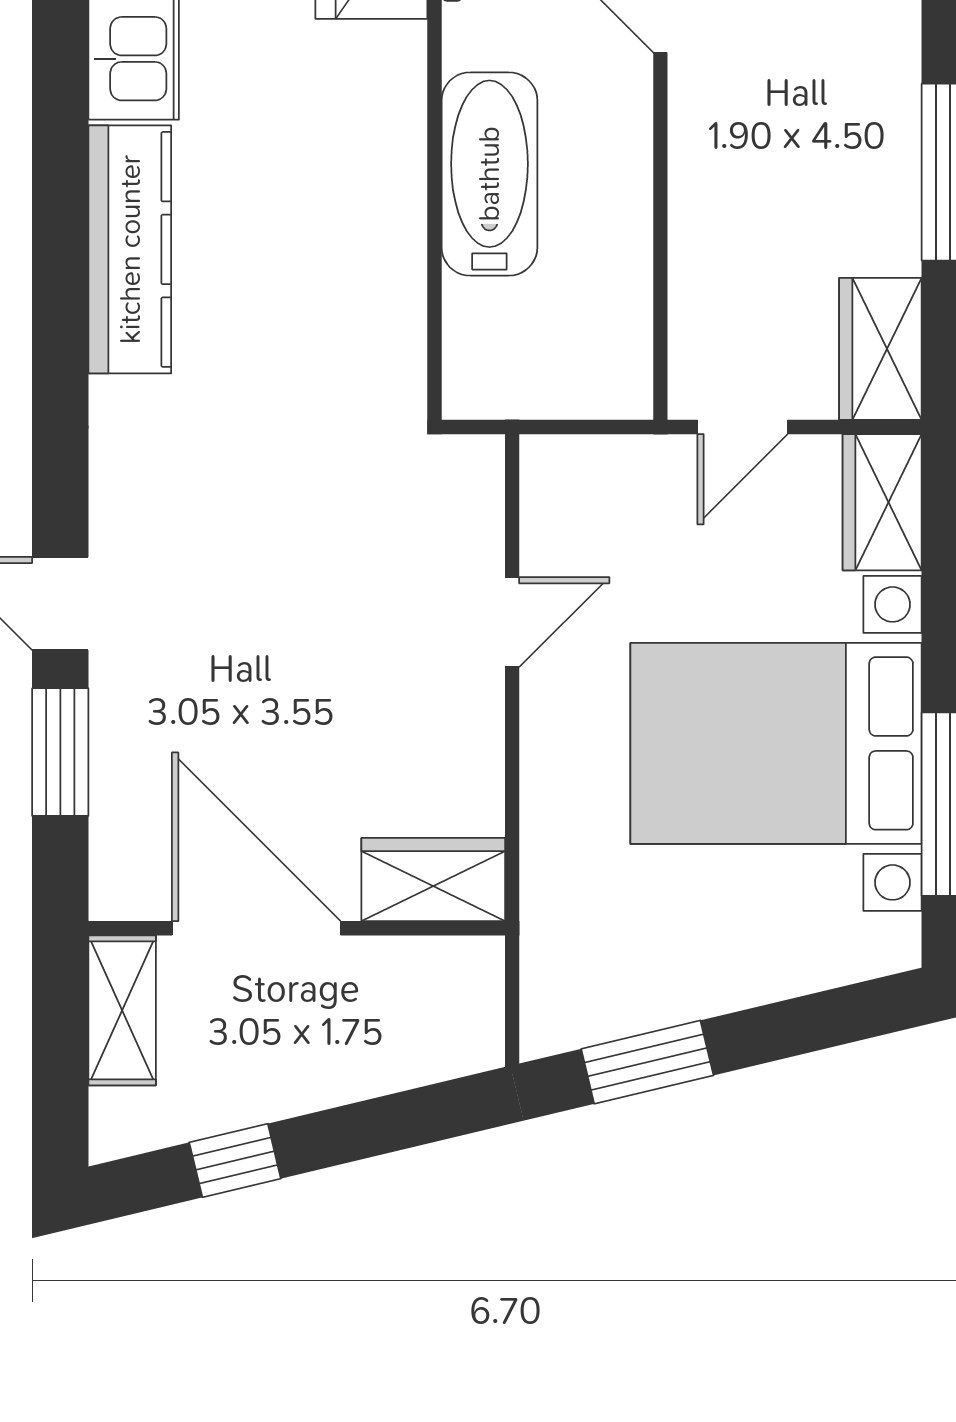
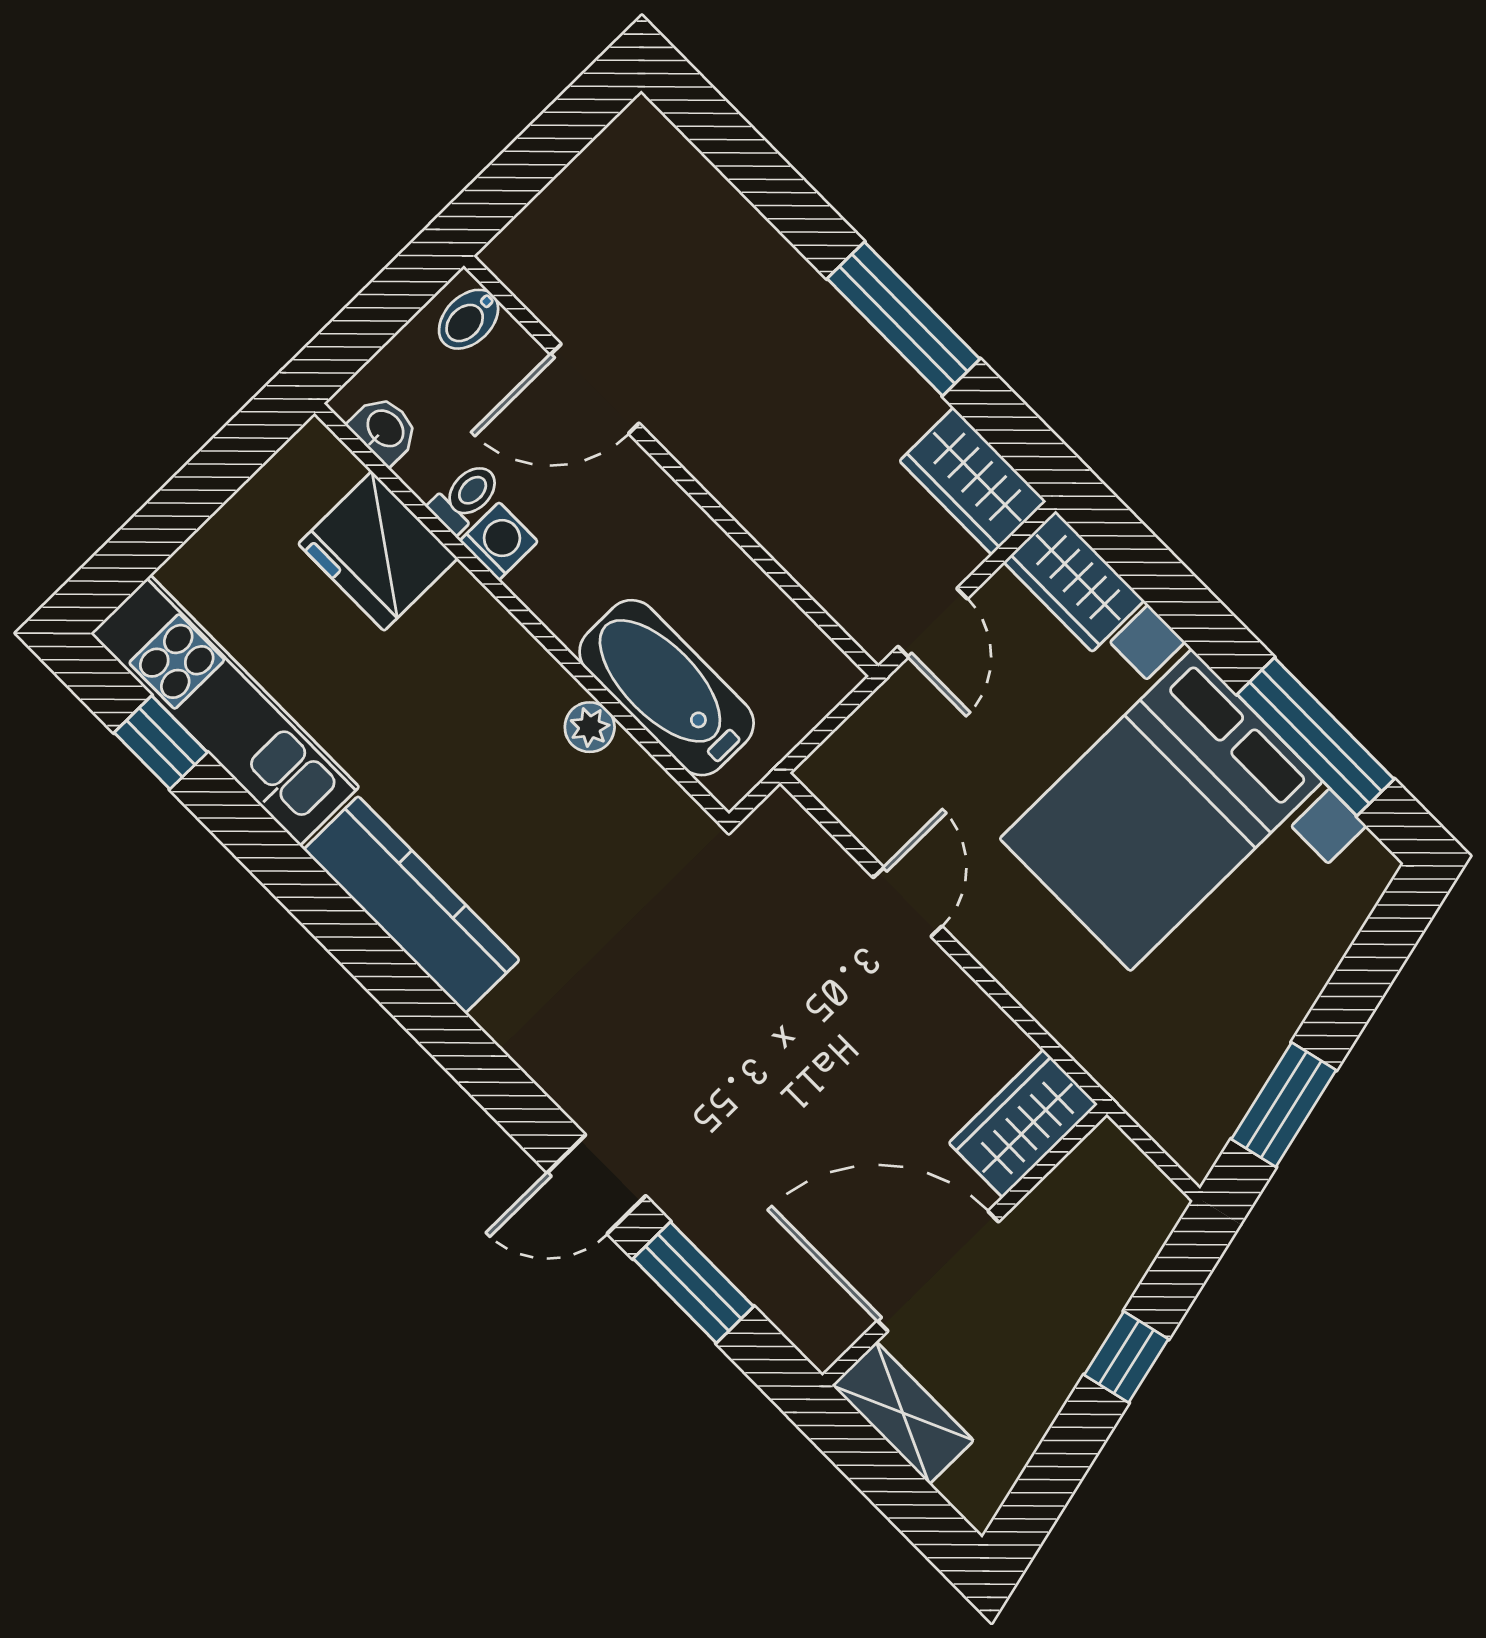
washing machine: (472, 37) -> (499, 541), added
bathtub: (489, 174) -> (667, 688), moved
plant: (401, 248) -> (590, 727), added
window: (235, 1161) -> (1126, 1357), moved

